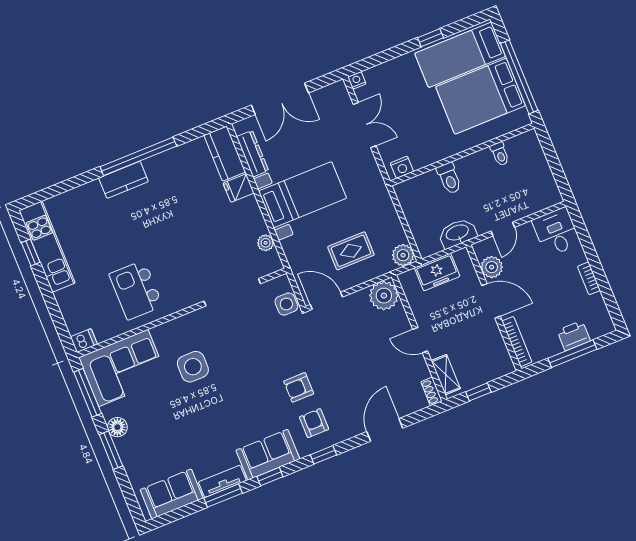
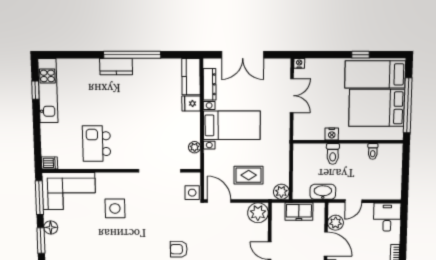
nightstand: (402, 167) -> (332, 134), moved

